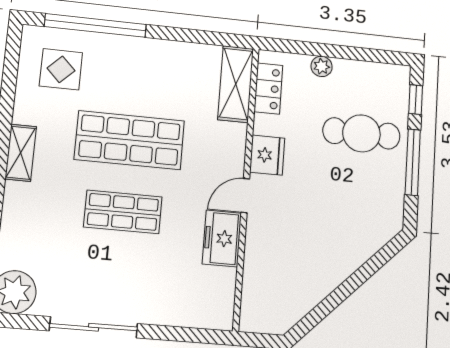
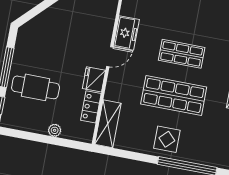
display table: (61, 69) -> (167, 139), moved
locker: (268, 89) -> (91, 107), moved

